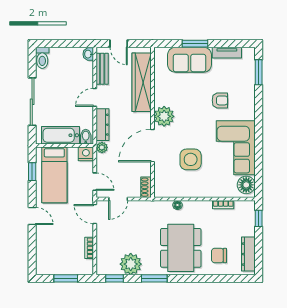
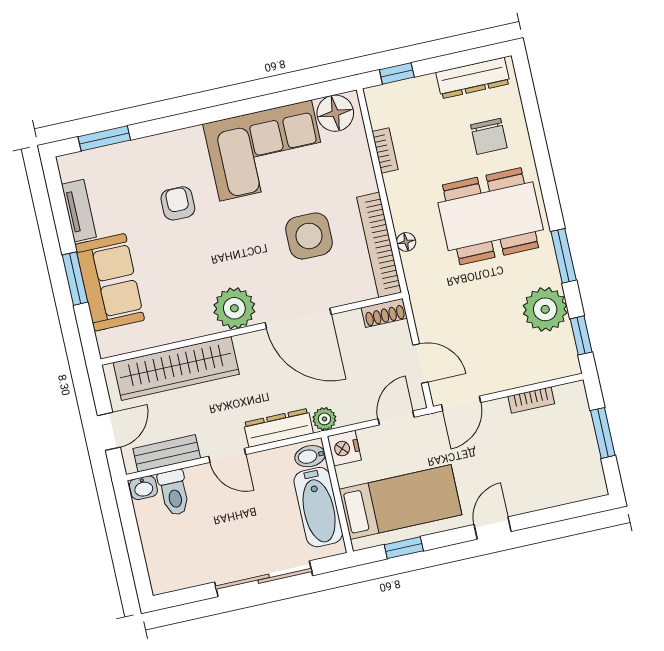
toilet: (42, 58) -> (174, 493), moved, turned 90
bookcase: (179, 192) -> (379, 245), added

